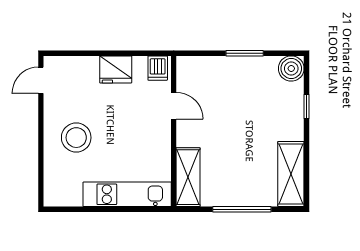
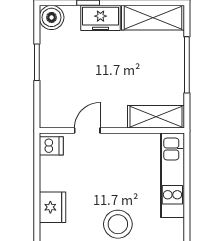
fridge: (116, 69) -> (52, 207), moved
freezer: (291, 119) -> (100, 18), added

